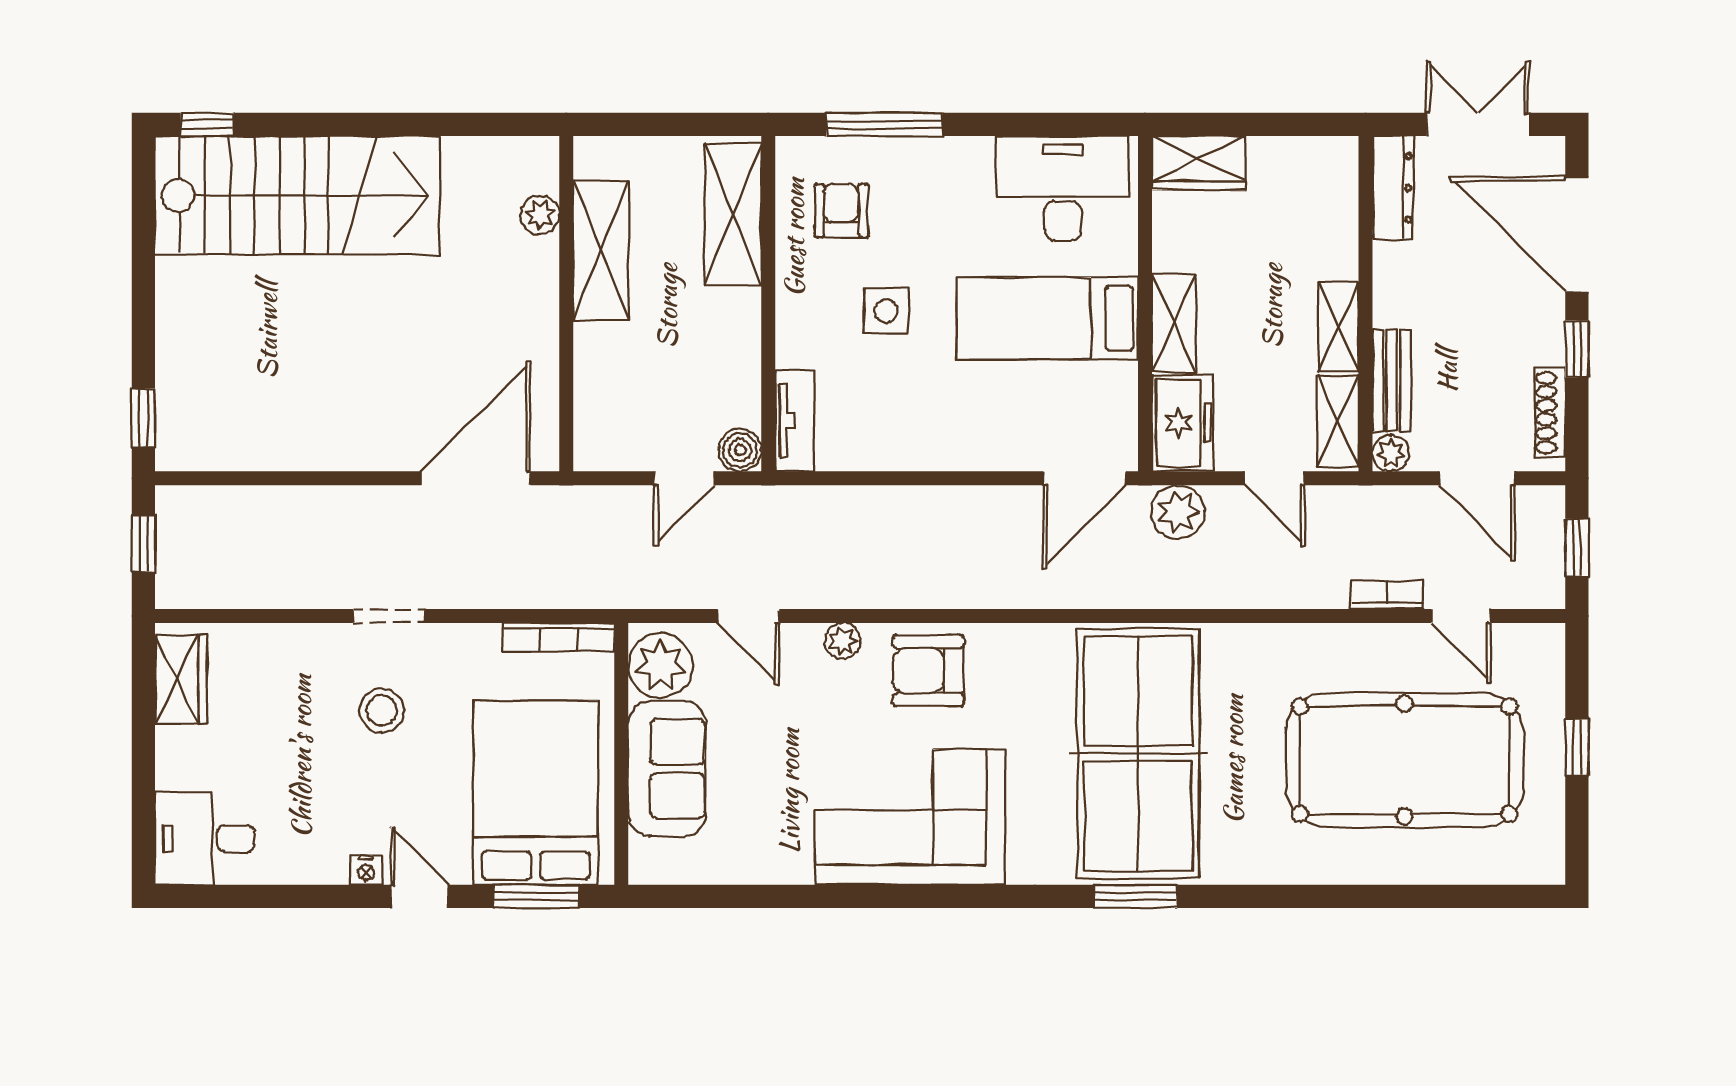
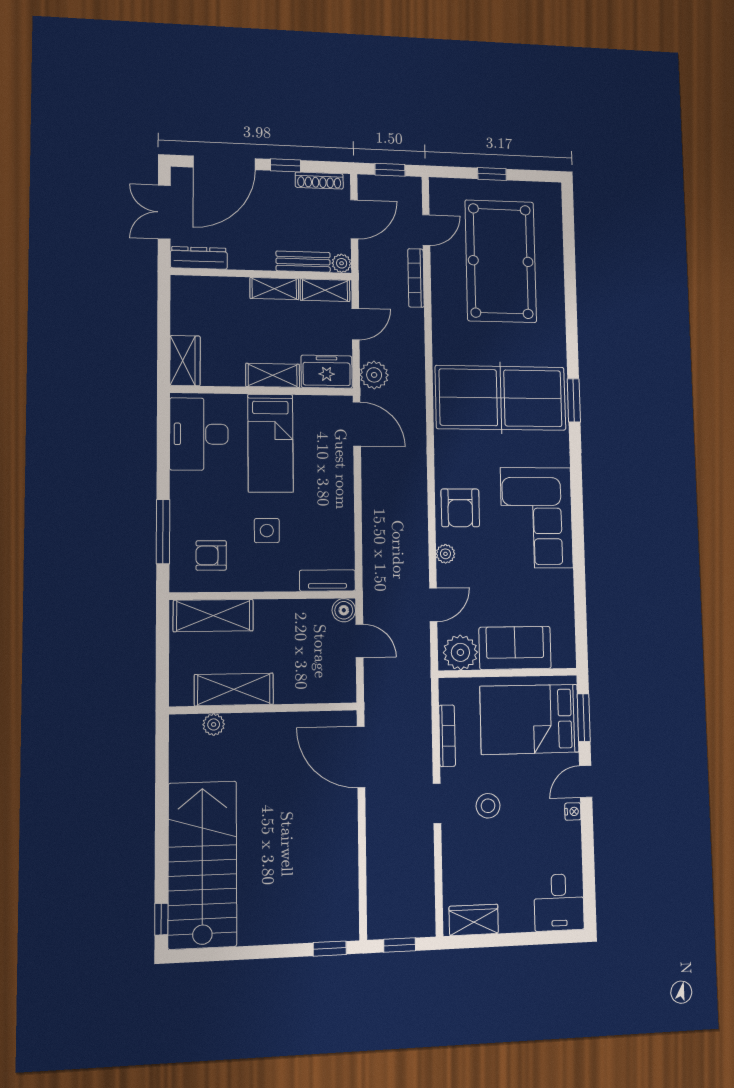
bookcase: (1387, 595) -> (416, 278), width x1.56
bookcase: (559, 637) -> (447, 736), moved

